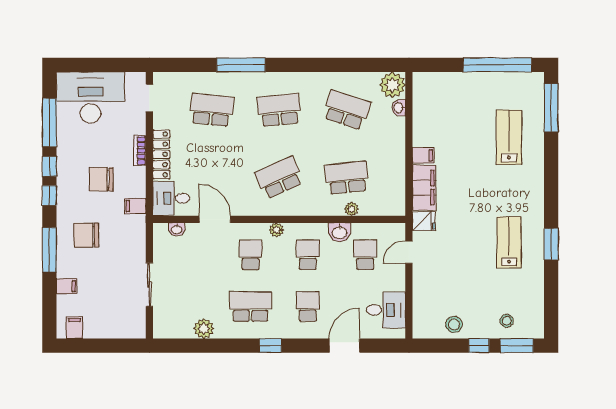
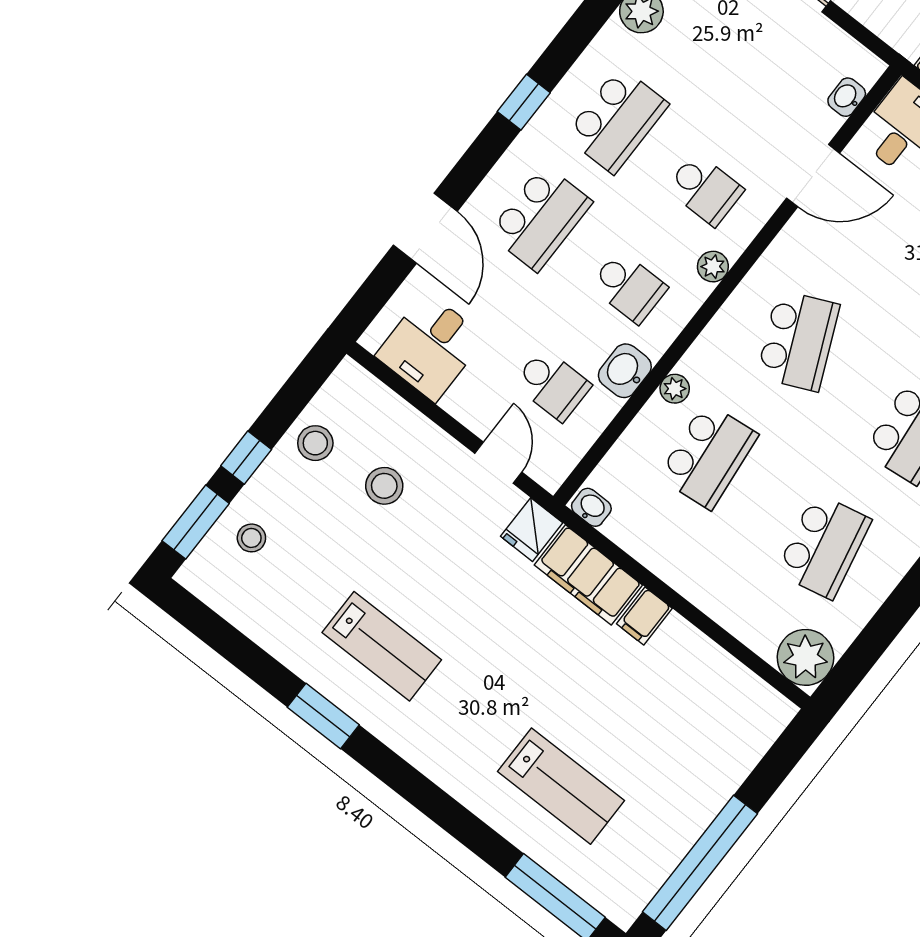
washbasin: (399, 108) -> (591, 507), moved
school desk: (347, 110) -> (824, 546), turned -30
plant: (351, 209) -> (675, 389), moved
stool: (450, 287) -> (384, 486), added
school desk: (308, 307) -> (540, 218), width x1.85

